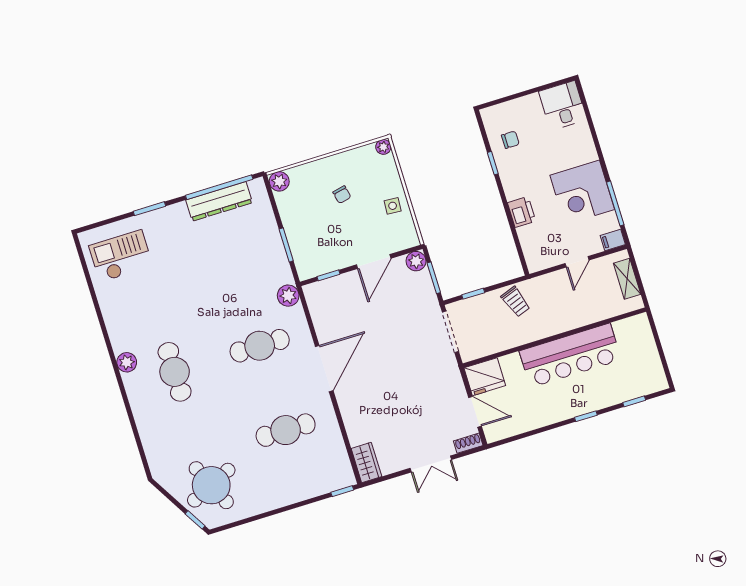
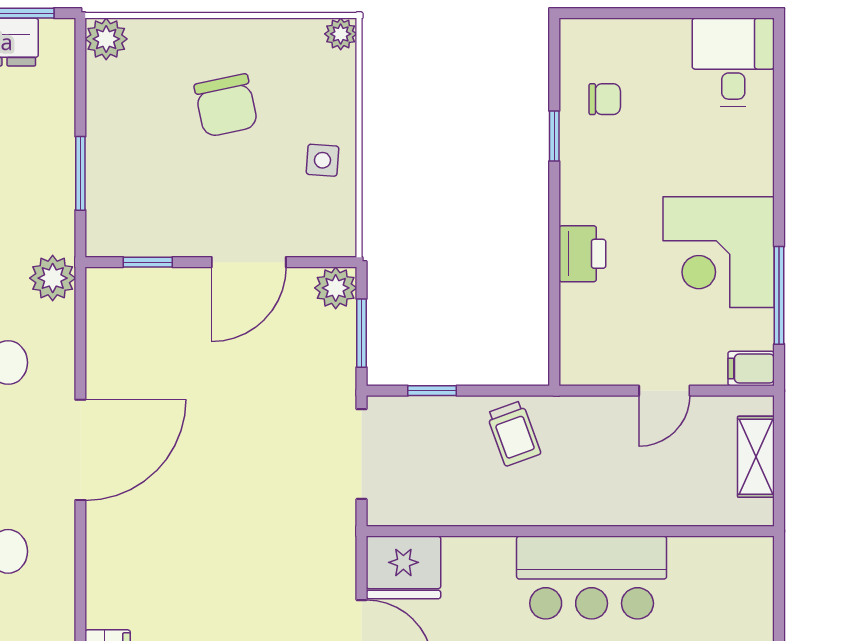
chair: (342, 195) -> (226, 105), width x1.87, depth x1.87
bar counter: (570, 355) -> (592, 578), width x0.73

